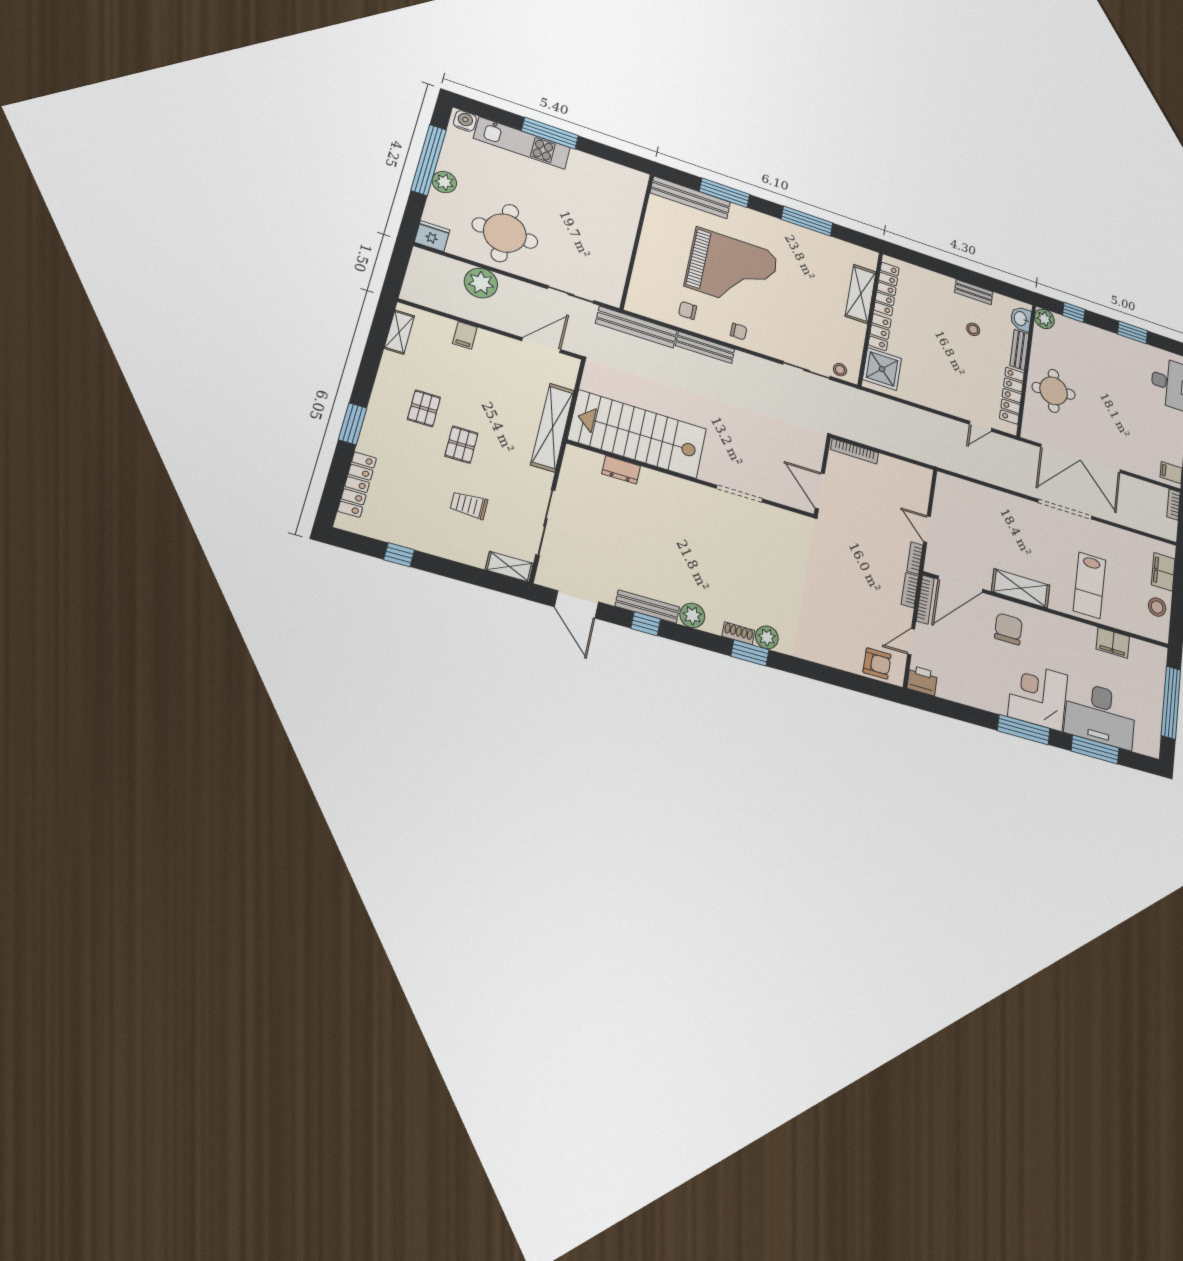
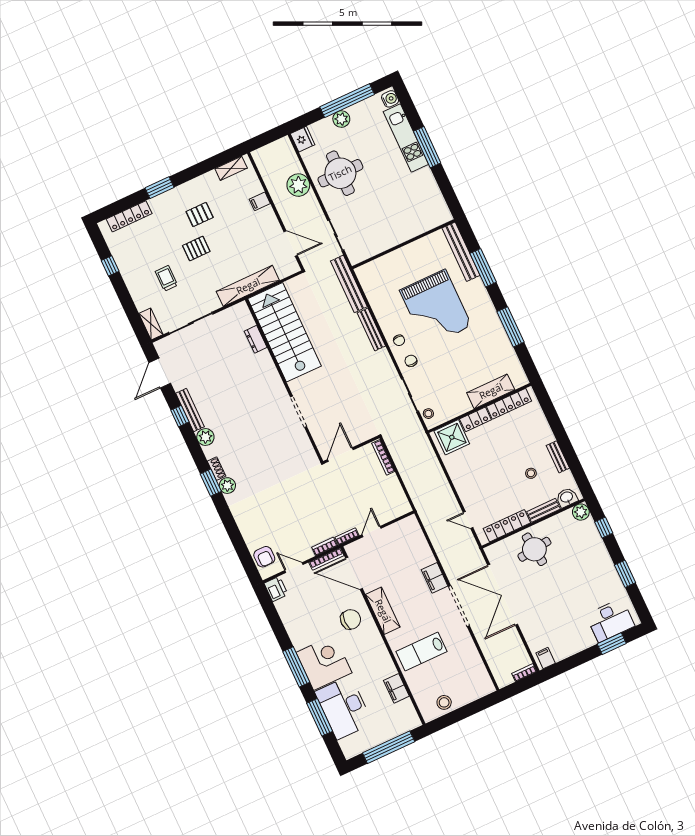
chair: (688, 310) -> (411, 361), moved
filing cabinet: (1163, 572) -> (435, 578), moved, turned -90

